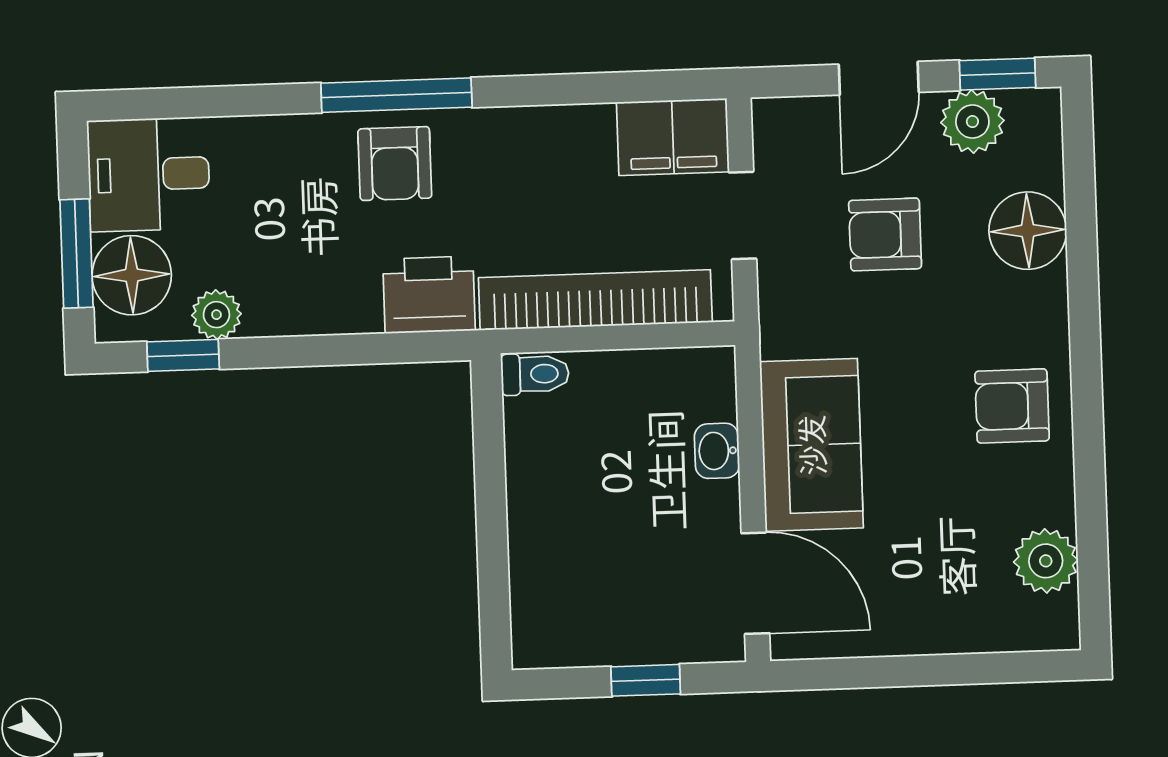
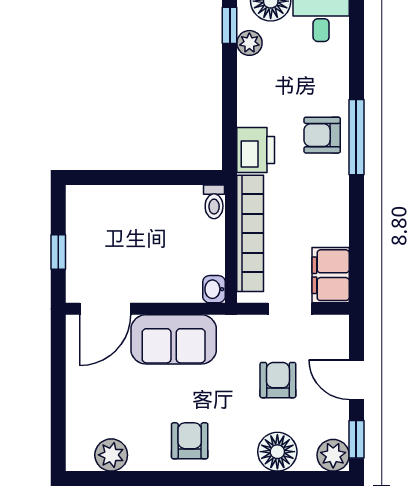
plant: (972, 122) -> (333, 455), moved
washbasin: (717, 451) -> (214, 289), moved, turned -90

